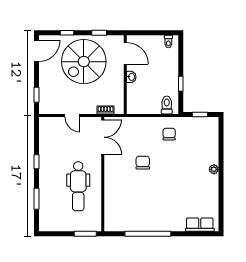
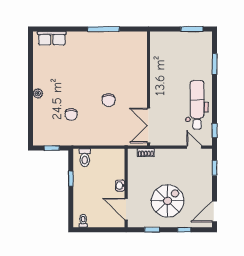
spiral stairs: (84, 62) -> (167, 201), width x0.73, depth x0.73
door: (72, 115) -> (194, 147), moved
chair: (169, 134) -> (71, 114), moved
window: (37, 162) -> (215, 130), moved
dental chair: (78, 186) -> (197, 105), moved
window: (85, 234) -> (192, 29), moved
window: (148, 234) -> (104, 29), width x0.68

